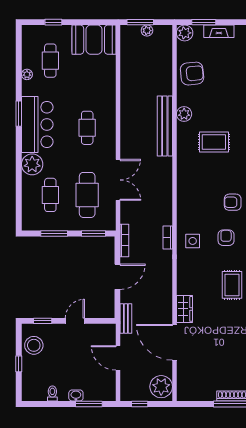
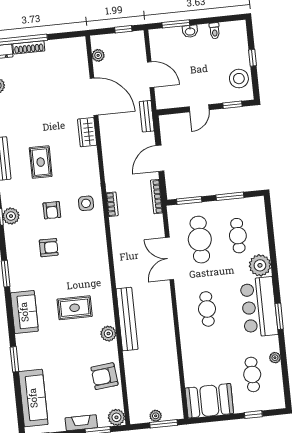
plant: (161, 387) -> (98, 55), width x0.53, depth x0.53

